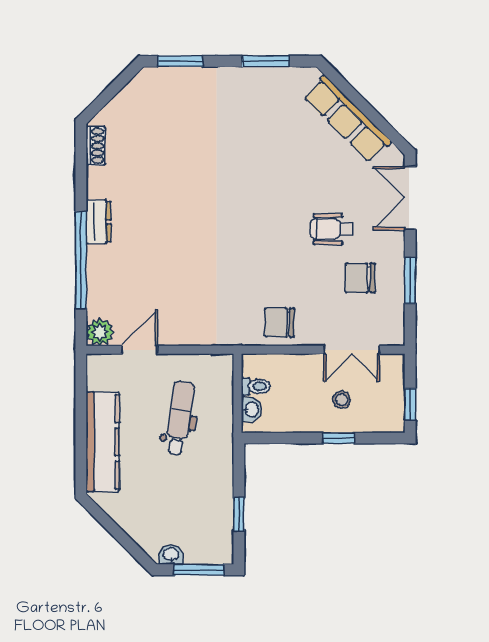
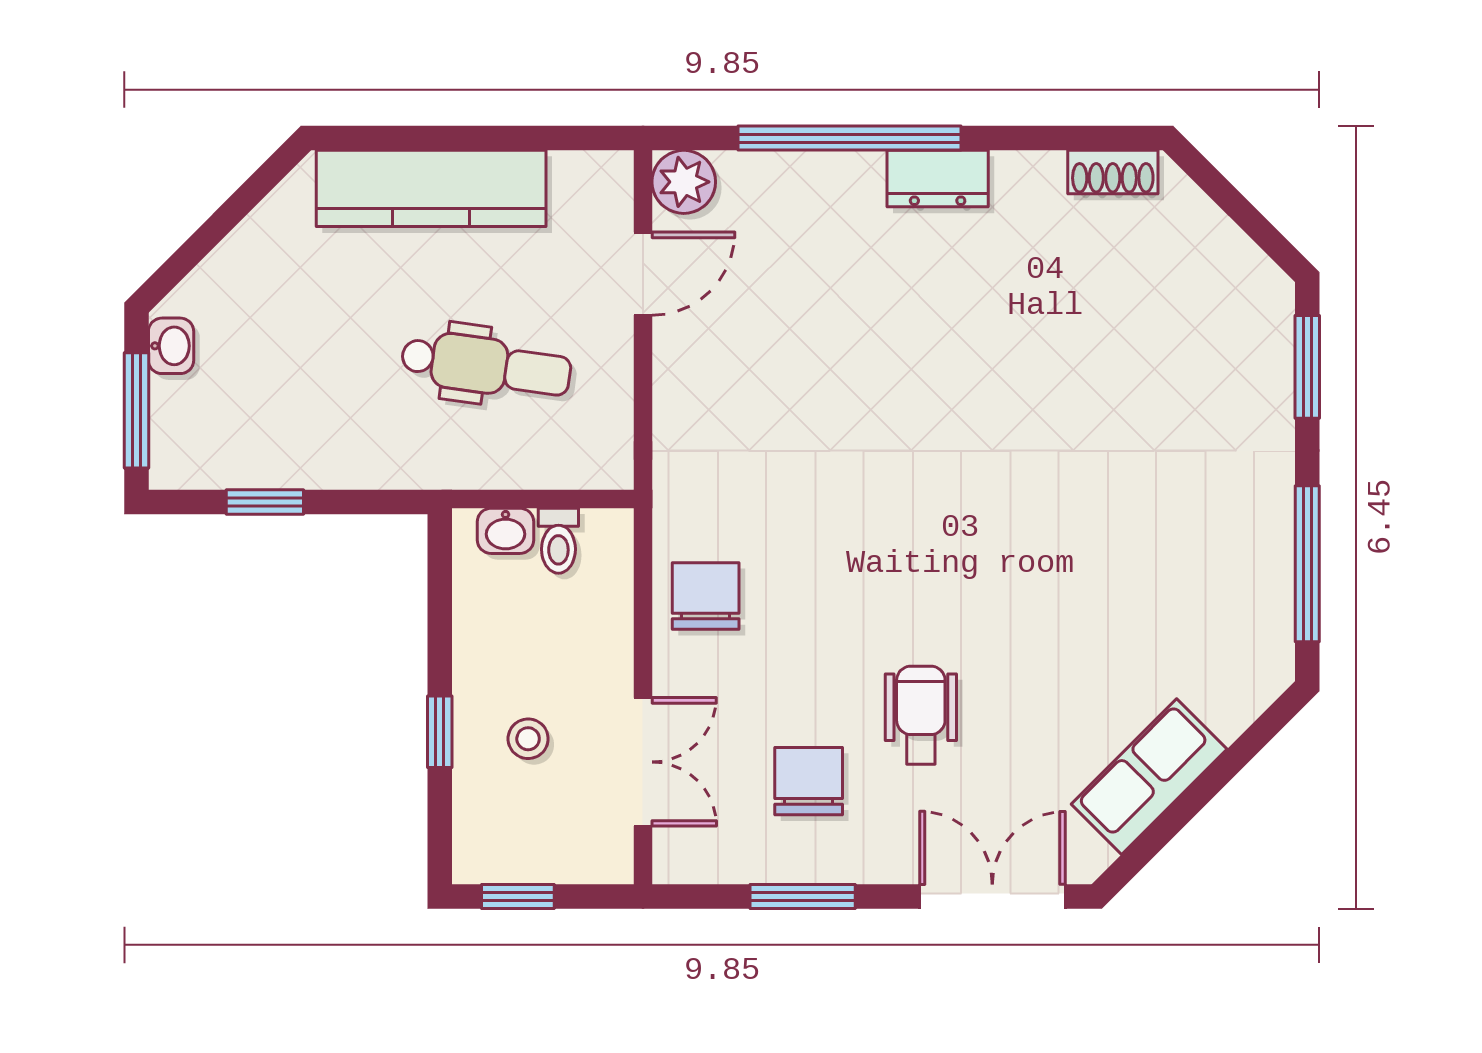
window: (266, 61) -> (1307, 564), width x1.44
row of seats: (347, 119) -> (1149, 777), width x0.68
door: (140, 350) -> (643, 274), hinge flipped
double door: (352, 350) -> (643, 762), swing flipped

